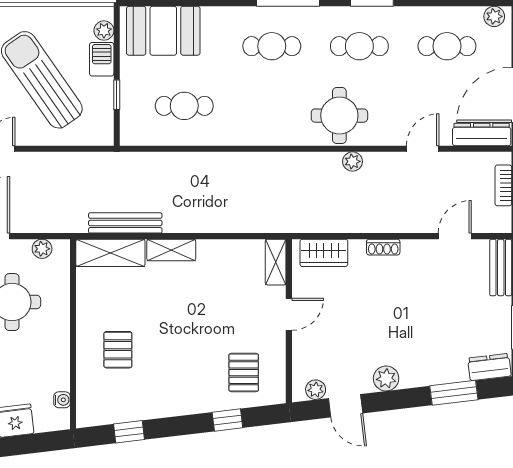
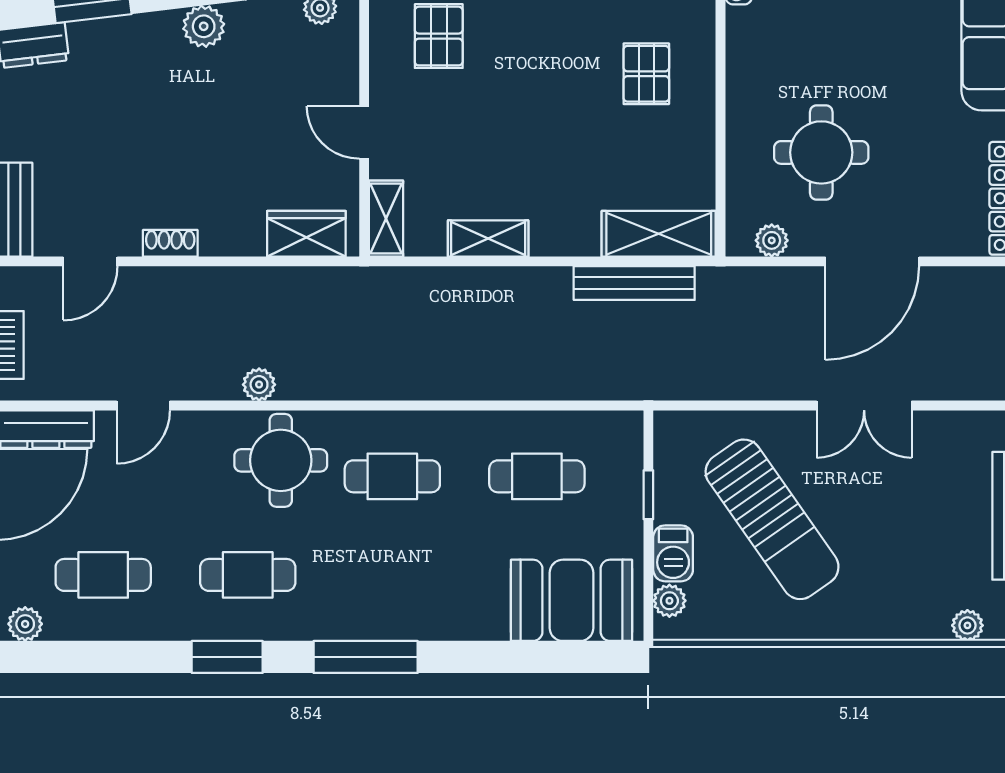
cafe table: (272, 46) -> (392, 476), moved
shoe rack: (383, 247) -> (170, 243), moved
shelving: (171, 250) -> (488, 238), moved
door: (289, 314) -> (364, 132), hinge flipped

